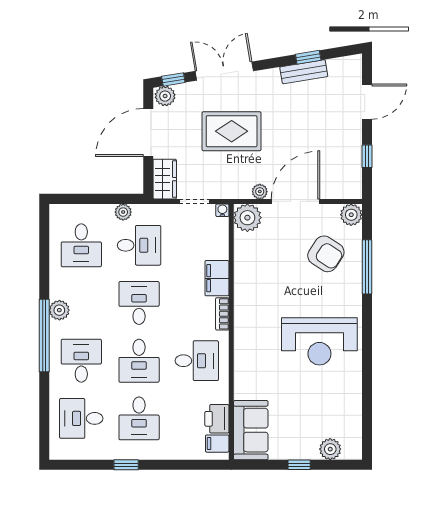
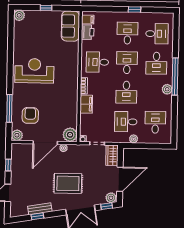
rug: (232, 131) -> (68, 183), moved
armchair: (326, 254) -> (30, 115), turned 57
plant: (330, 449) -> (19, 15), moved

